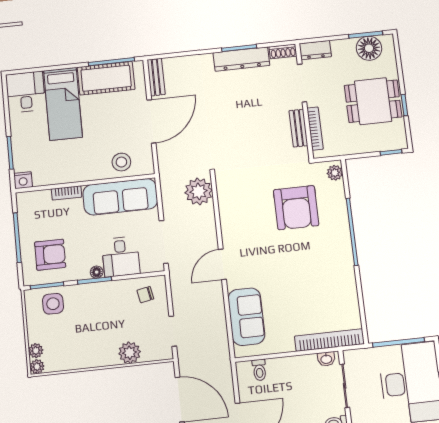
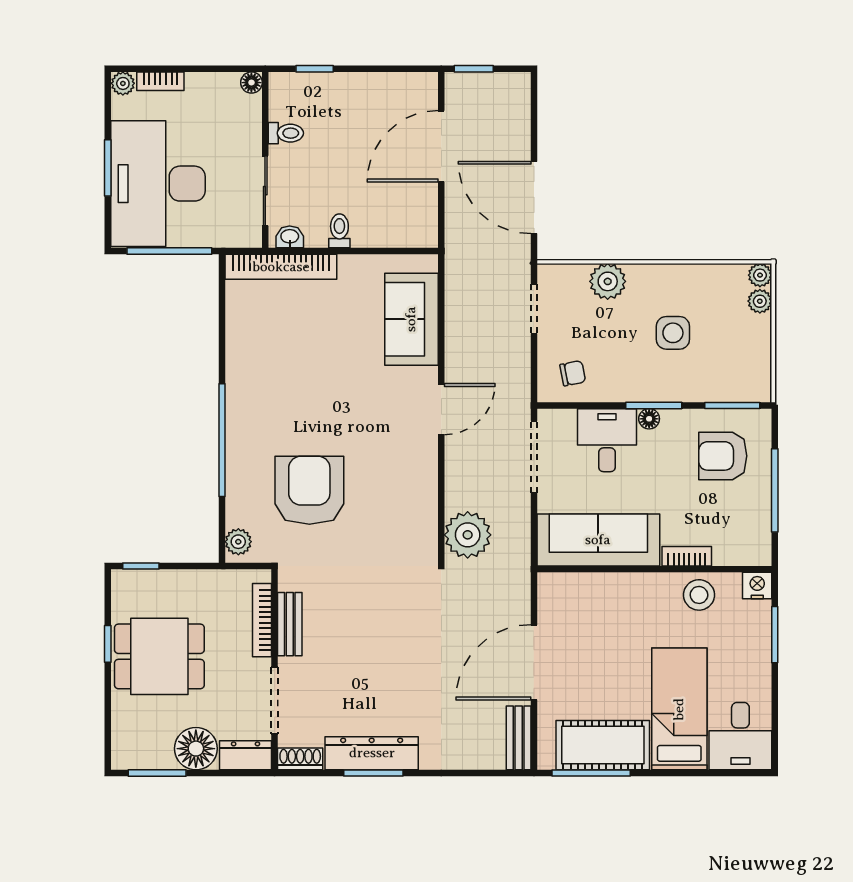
floor lamp: (369, 48) -> (196, 749), moved
stool: (121, 162) -> (699, 595), moved
side table: (53, 304) -> (673, 333), moved
toilet: (259, 370) -> (339, 231), moved

